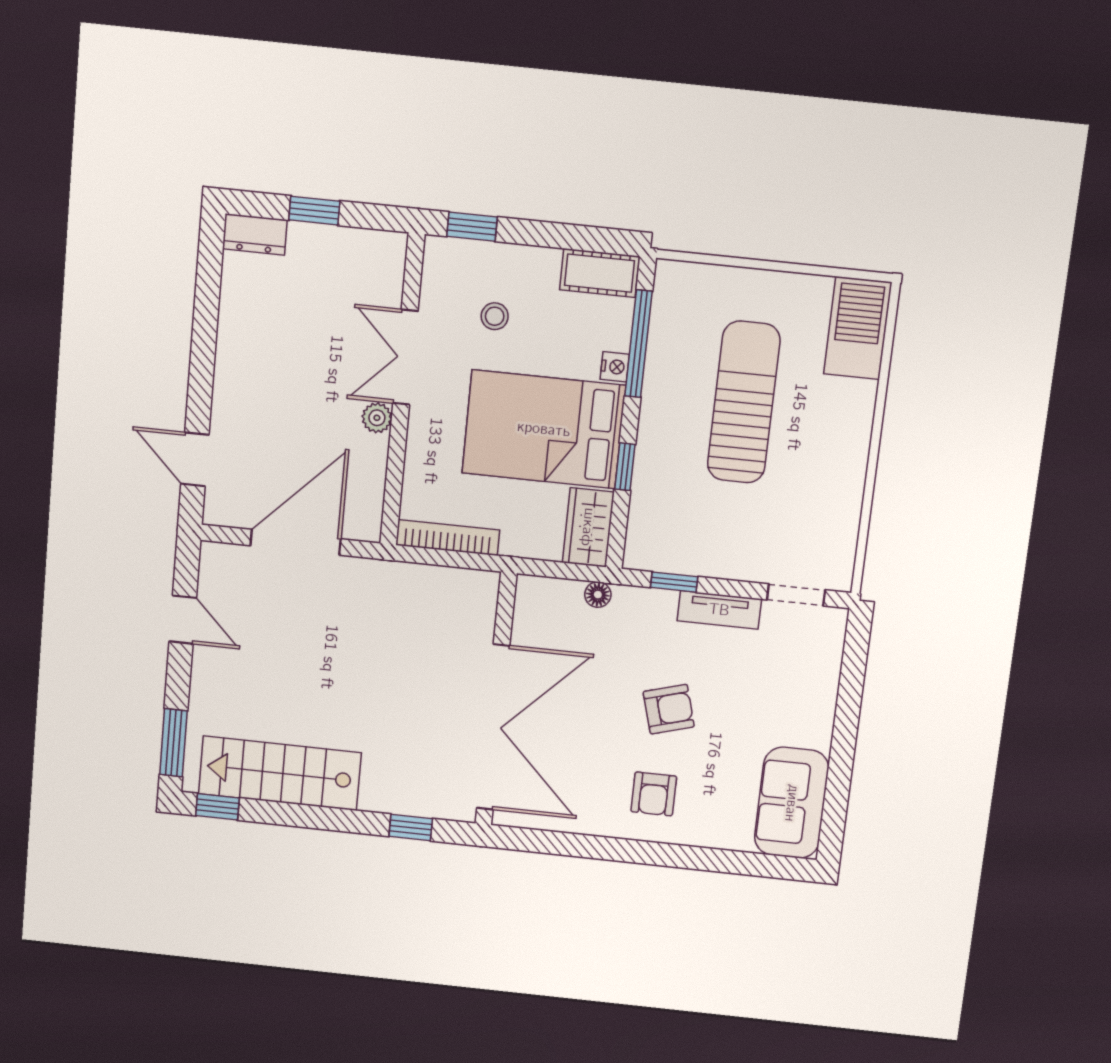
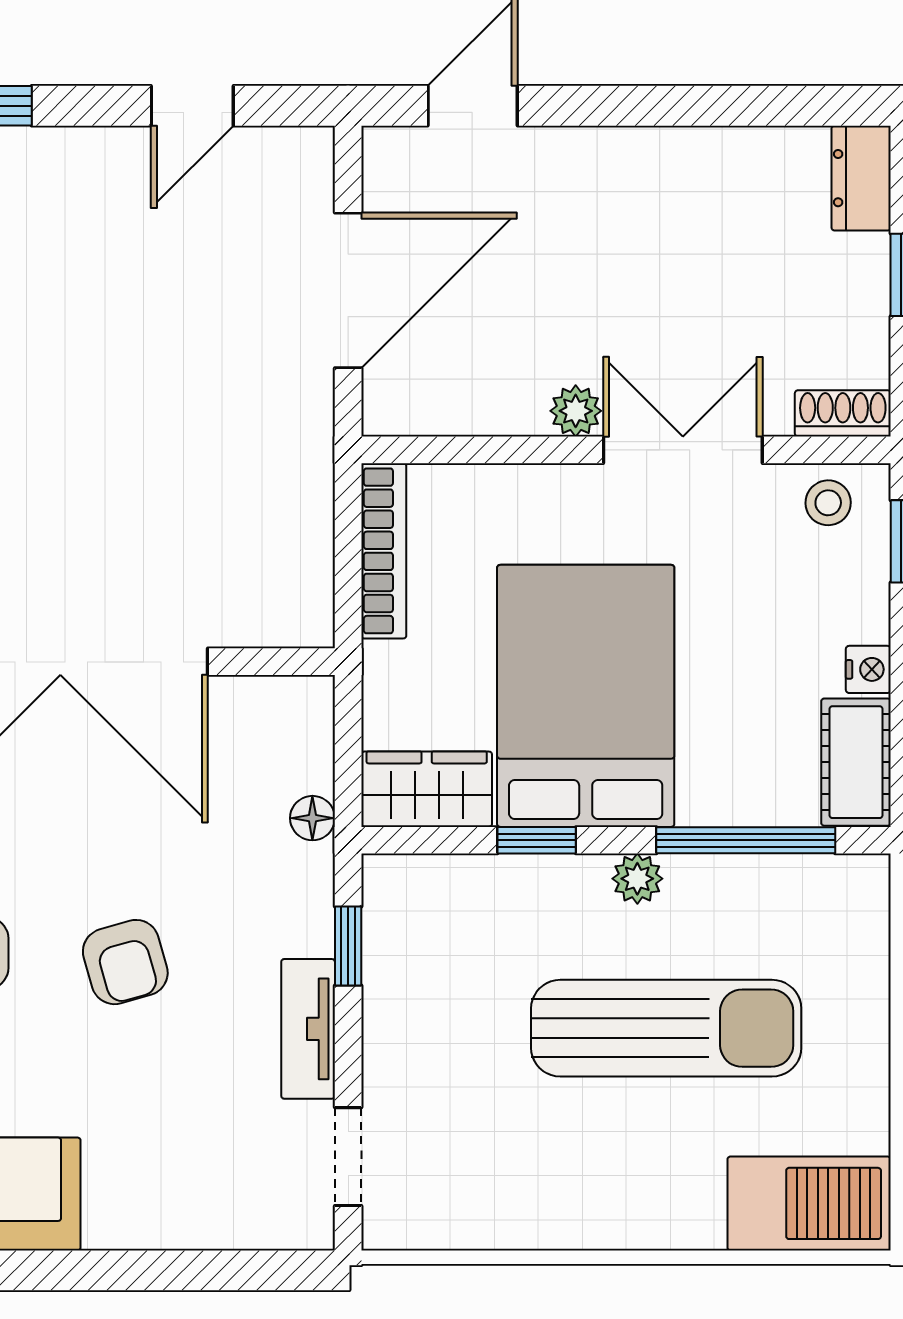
shoe rack: (393, 260) -> (843, 413), added
stool: (495, 316) -> (828, 503), moved
nightstand: (615, 367) -> (868, 669), moved, turned -90
plant: (654, 410) -> (637, 879), added
door: (296, 542) -> (348, 290), hinge flipped

